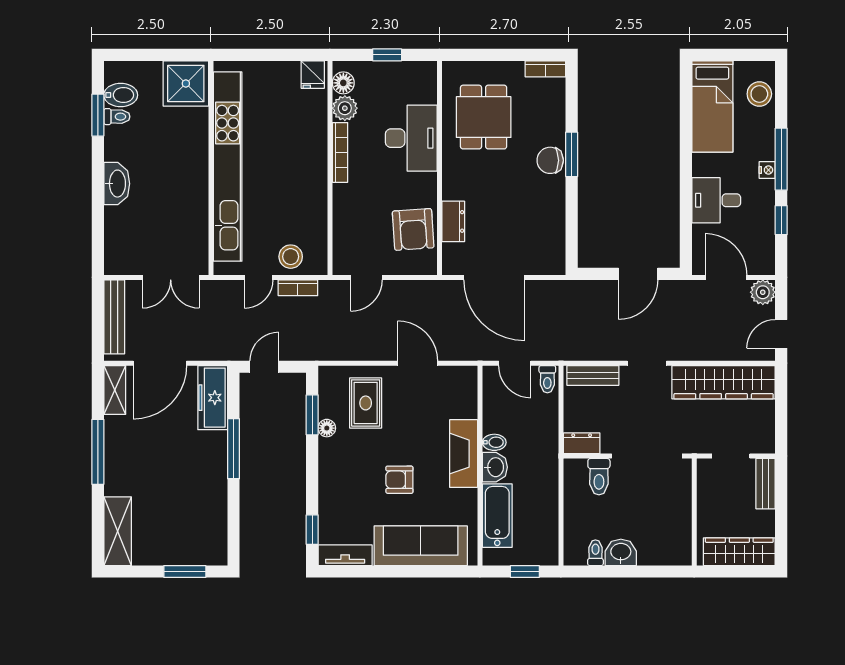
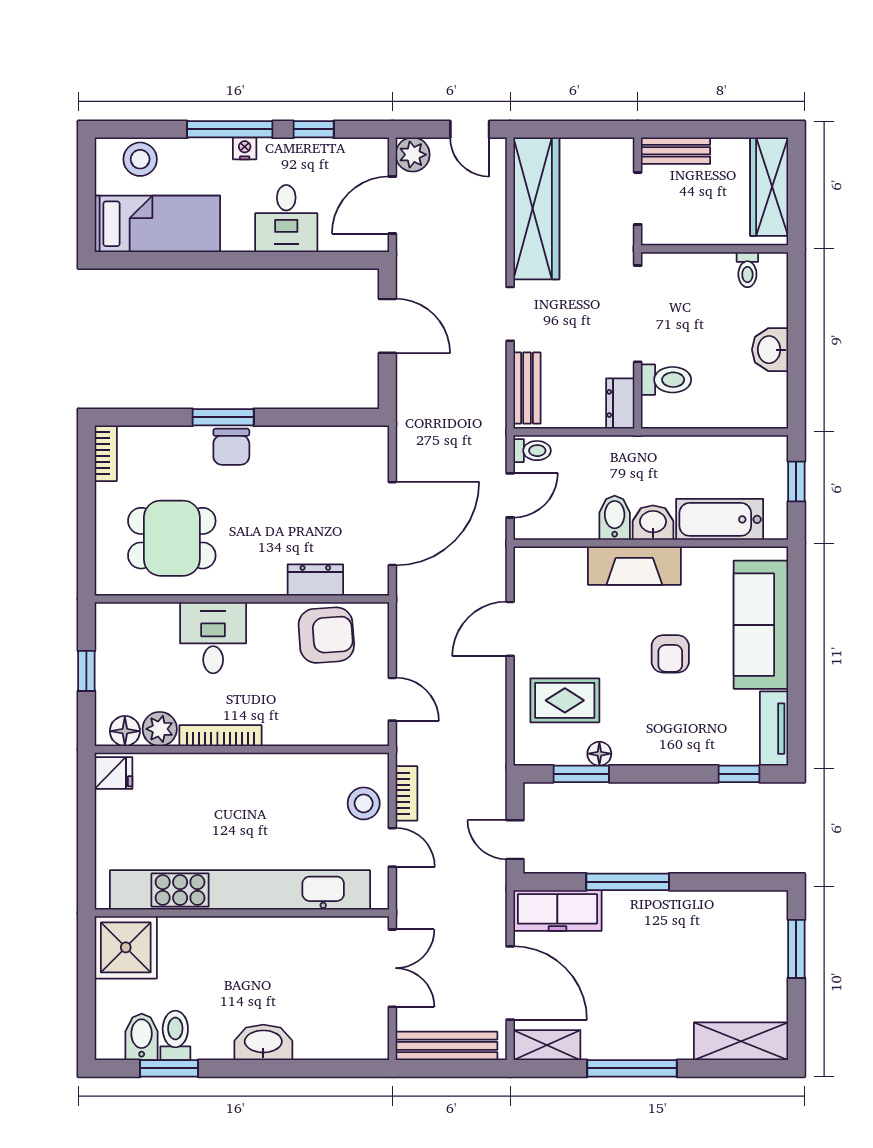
toilet: (117, 117) -> (175, 1035), width x1.37, depth x1.39
desk: (411, 138) -> (213, 638), width x0.73
bidet: (494, 442) -> (615, 518), width x1.38, depth x1.36
toilet: (595, 553) -> (747, 270), moved, turned -90

